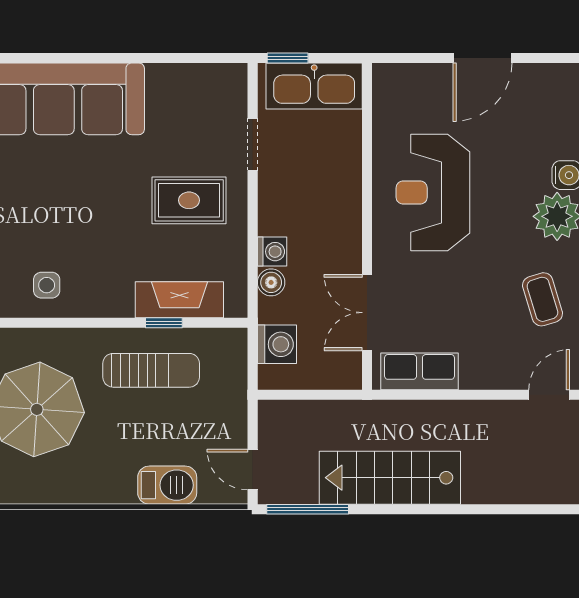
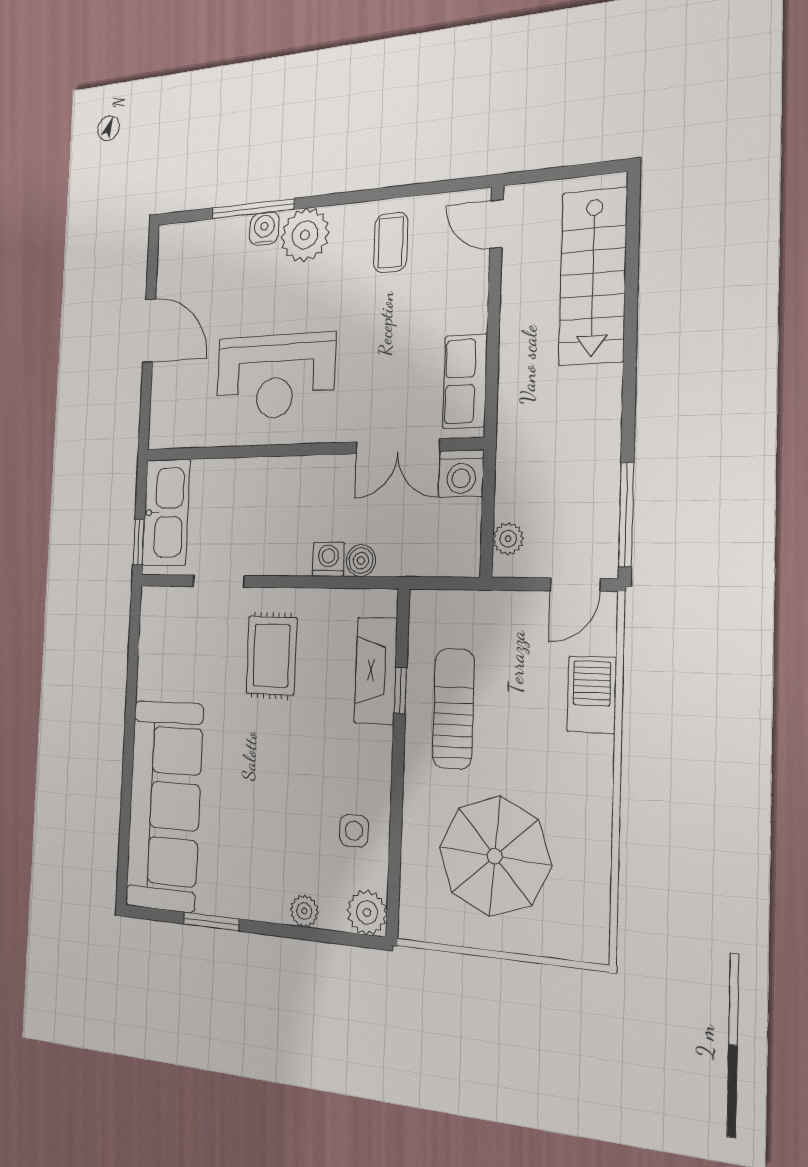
coffee table: (543, 299) -> (391, 243), turned -73
washing machine: (277, 344) -> (461, 474), moved, turned 180
plant: (289, 413) -> (508, 539), added
stairs: (390, 478) -> (593, 277), moved

